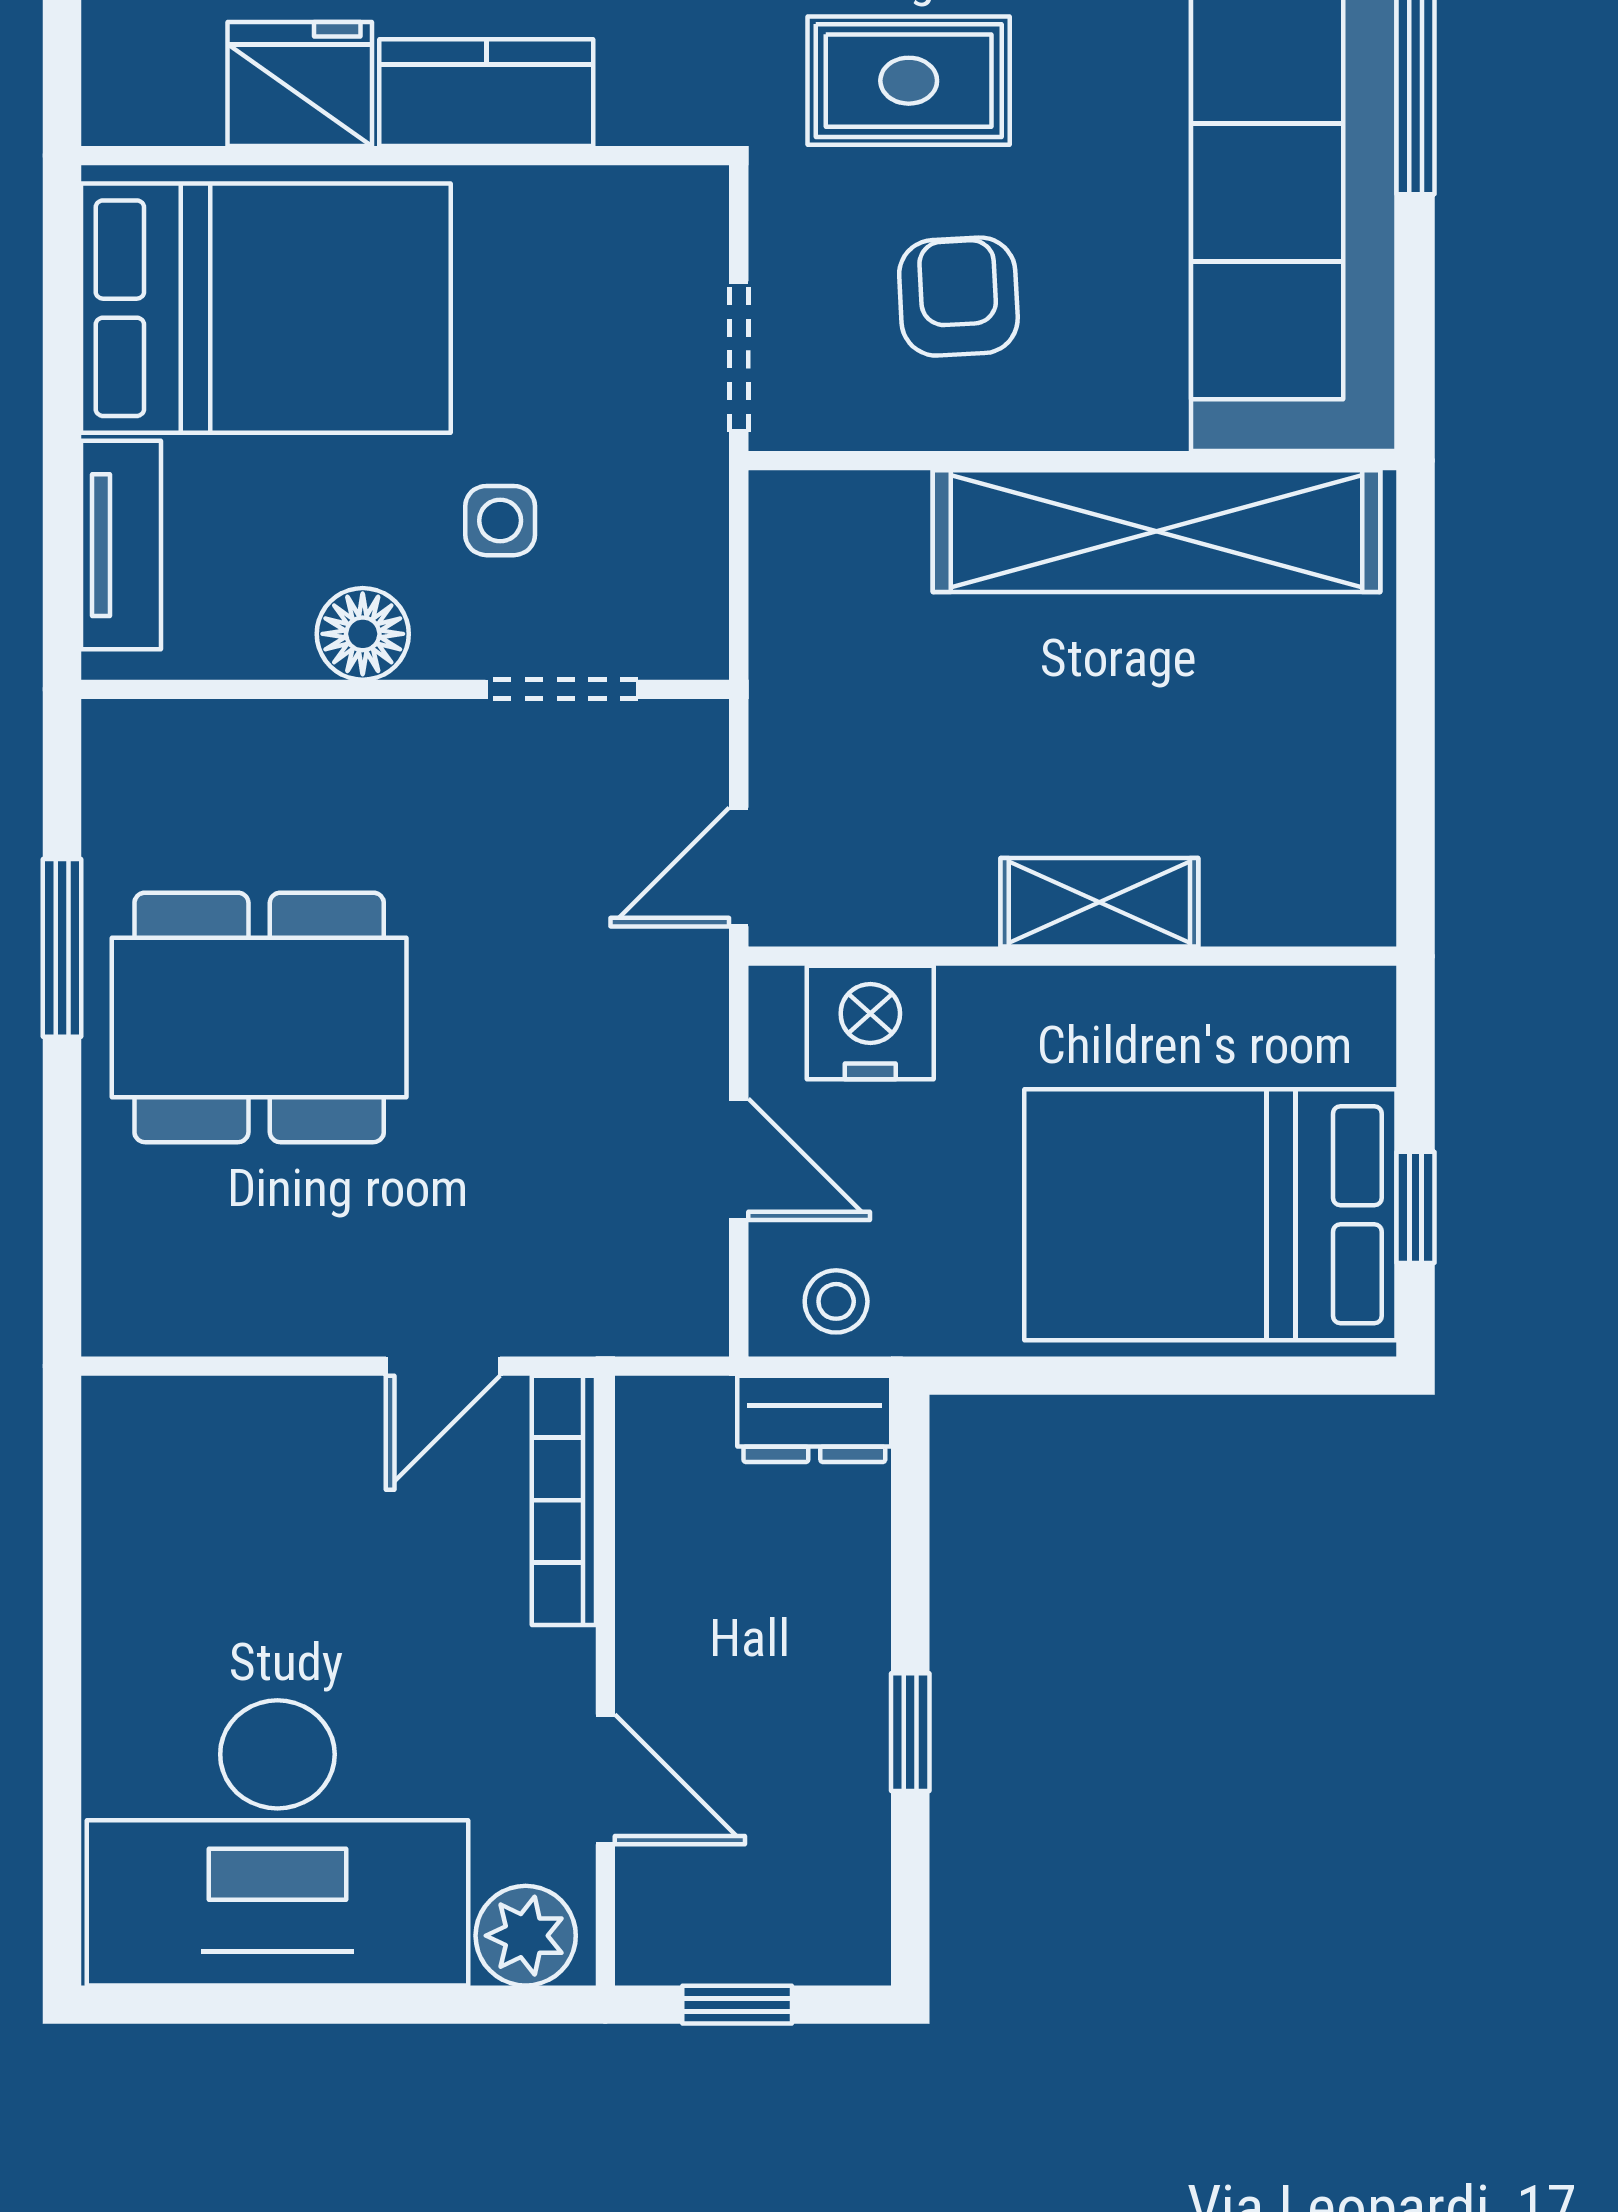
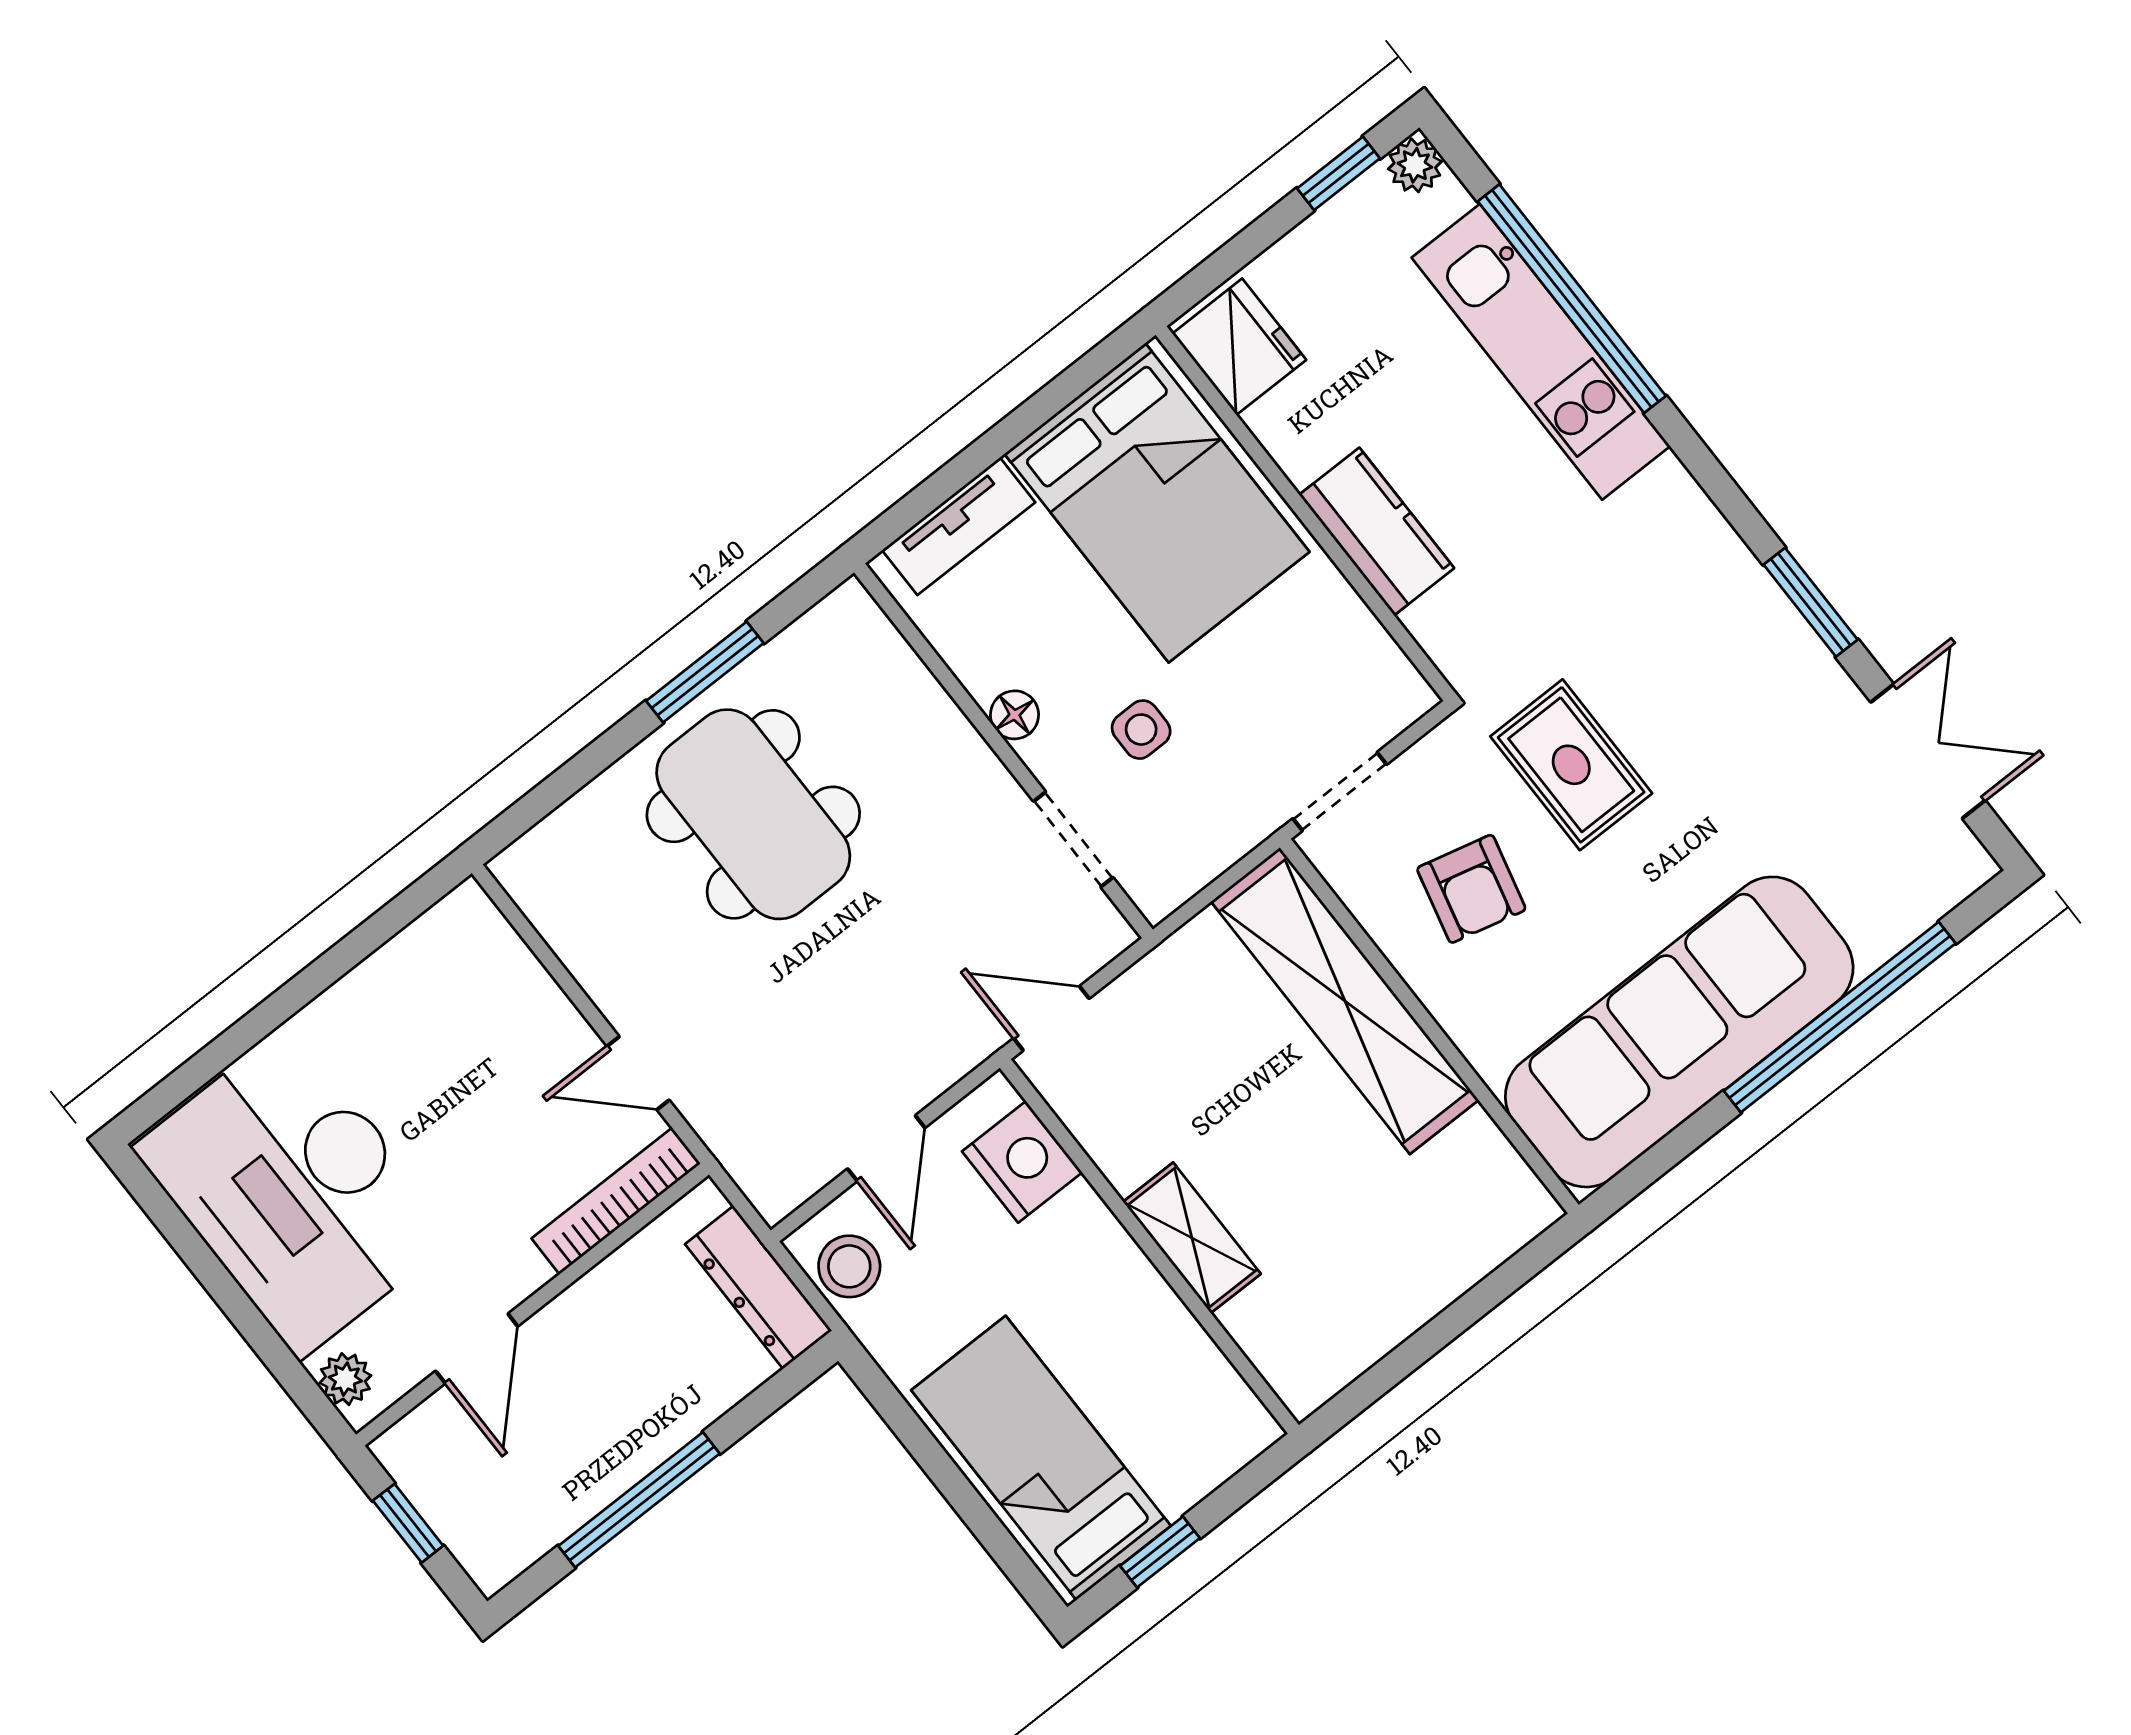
fridge: (300, 84) -> (1239, 347), moved
armchair: (958, 297) -> (1471, 889), turned 107
shelving: (1157, 531) -> (1345, 1001), moved
floor lamp: (363, 634) -> (1014, 715), width x0.73, depth x0.73
bed: (1210, 1215) -> (1041, 1458), width x0.67
stool: (836, 1301) -> (849, 1266), width x1.37, depth x1.37
dresser: (814, 1419) -> (758, 1287), width x1.44
window: (910, 1732) -> (639, 1500), width x2.17
plant: (526, 1936) -> (345, 1379), width x0.73, depth x0.73

